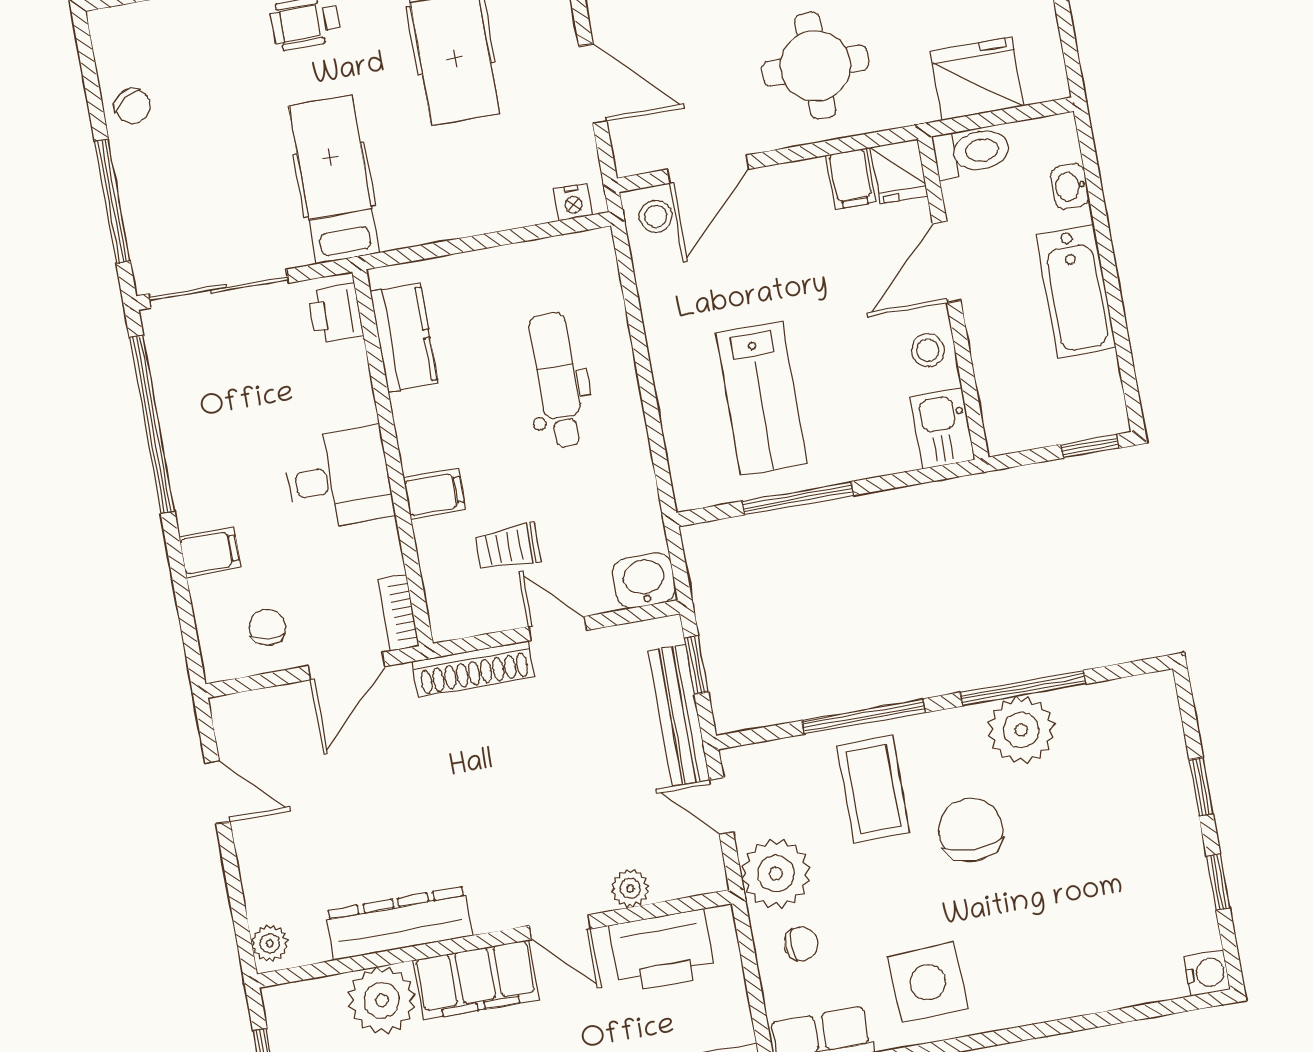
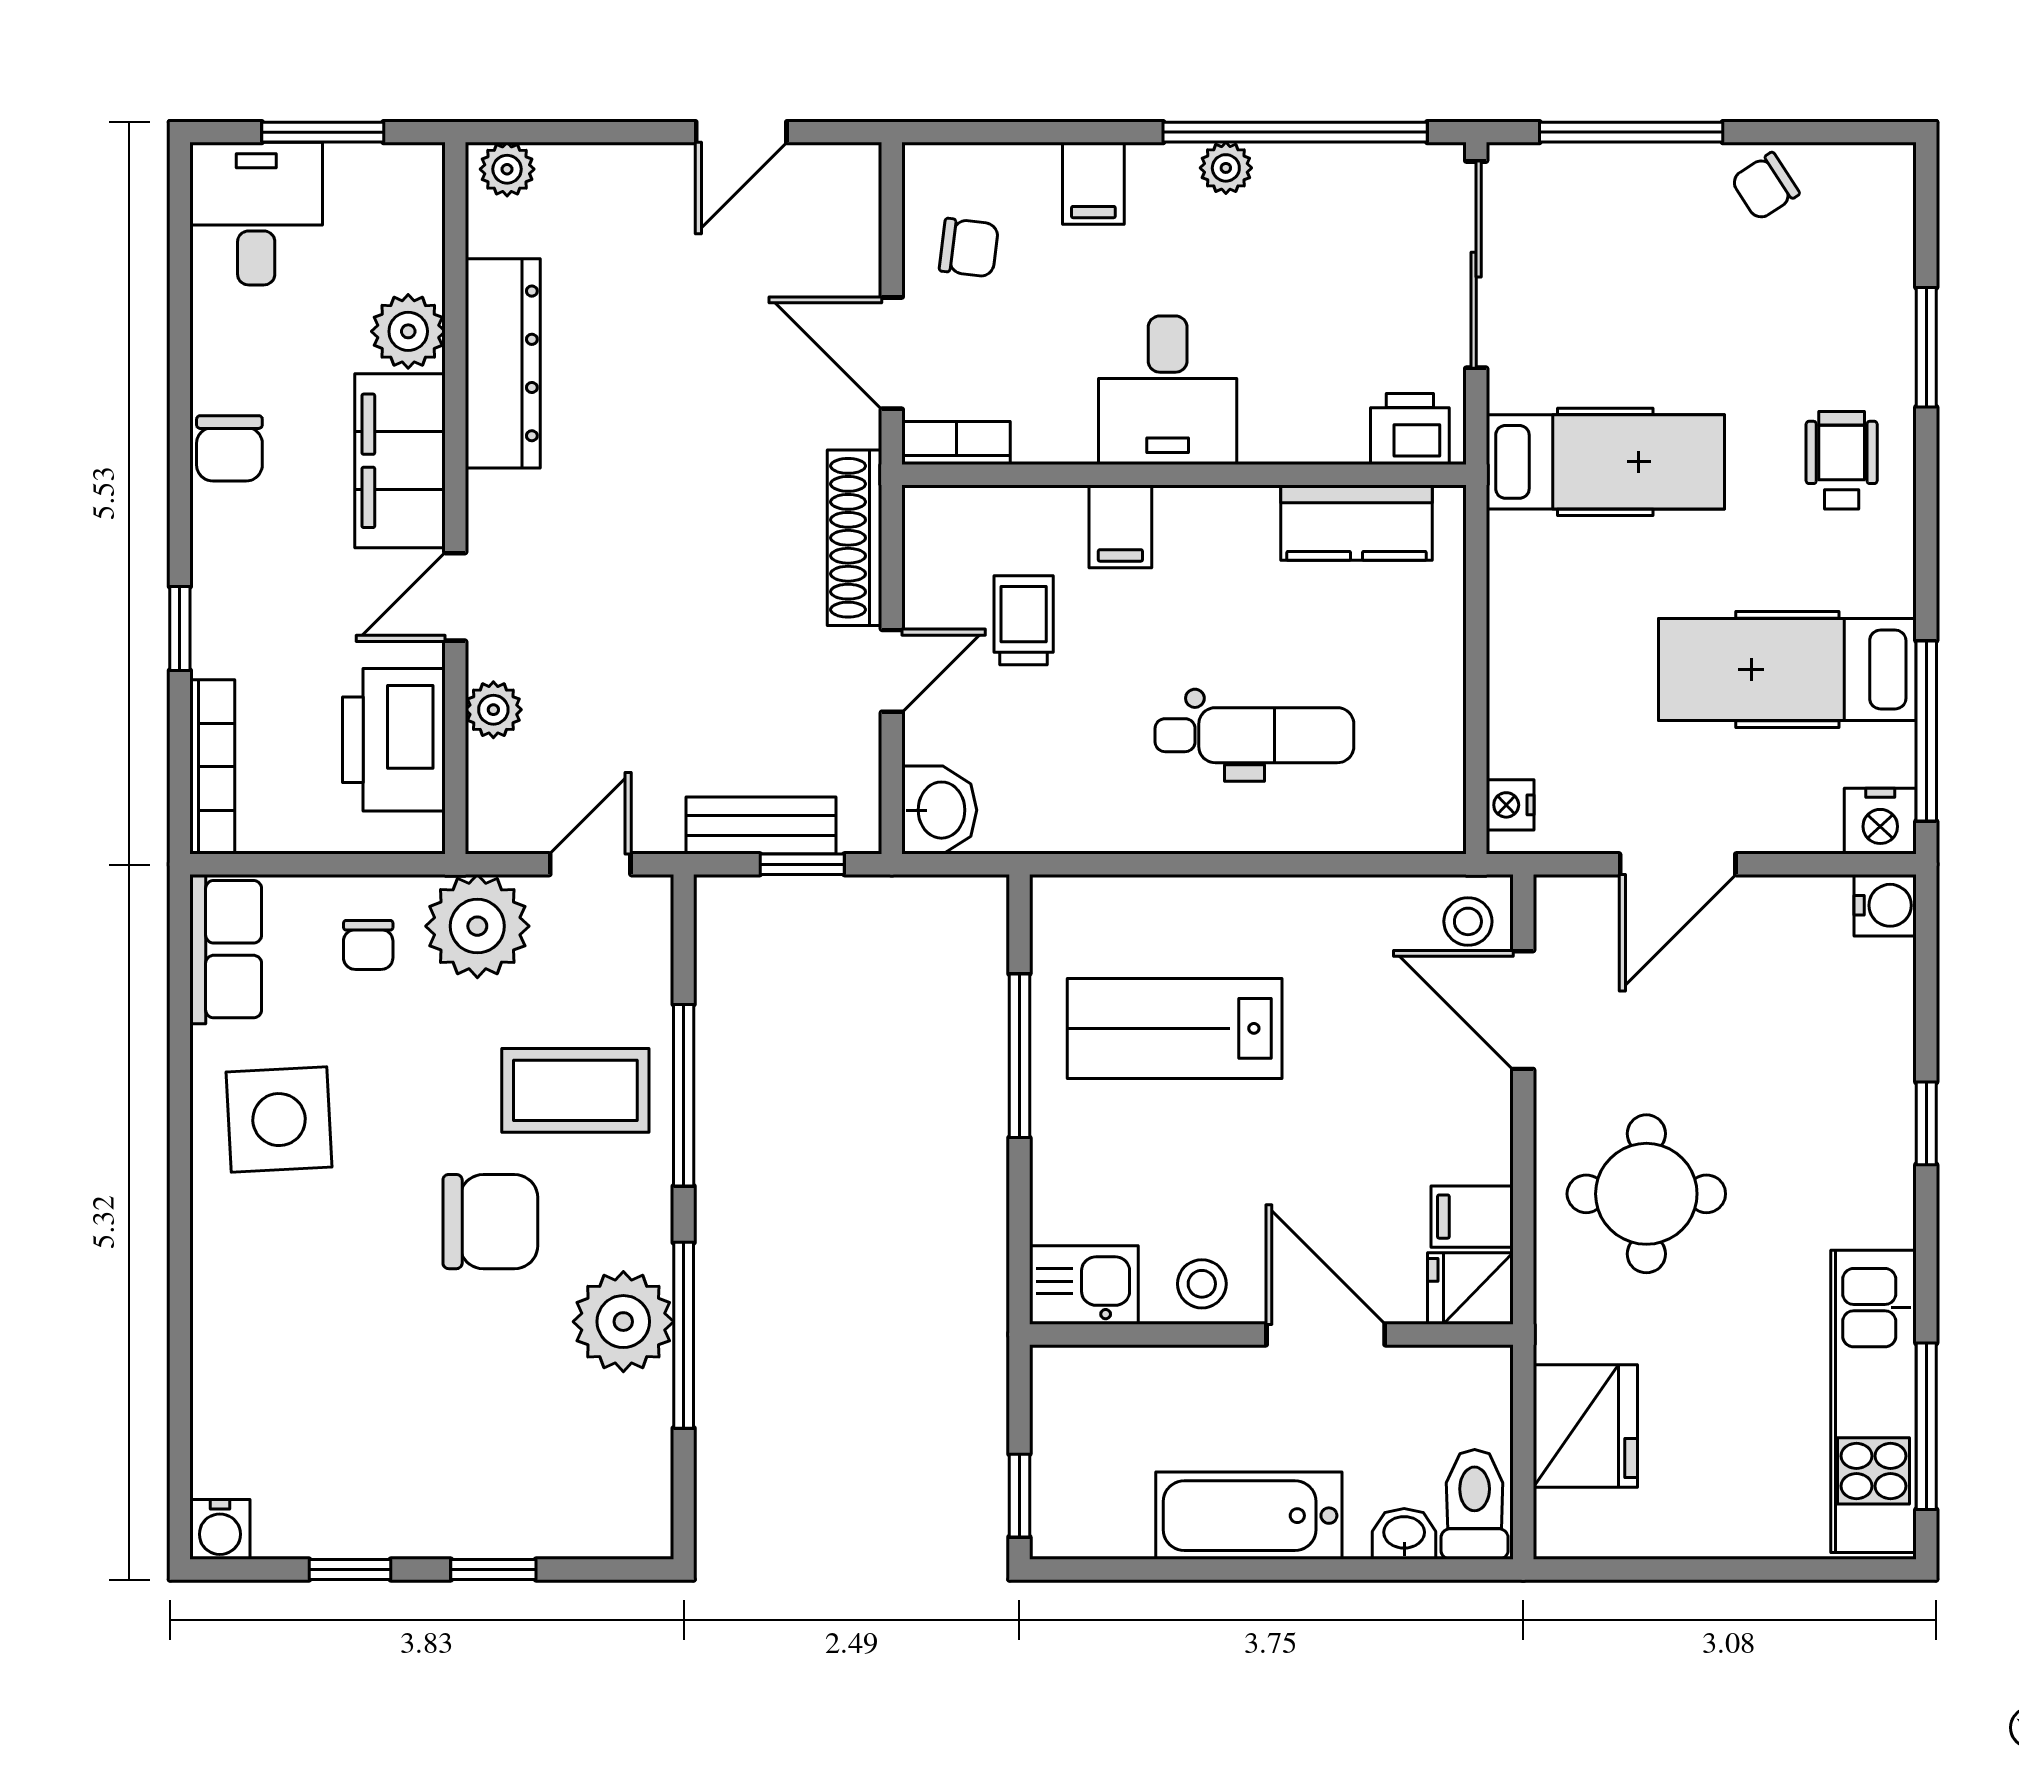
toilet: (972, 152) -> (1475, 1504), moved, turned 180
plant: (184, 466) -> (1226, 168), added
bench: (679, 715) -> (761, 826), width x0.73
plant: (382, 1000) -> (408, 331), width x0.73, depth x0.73

